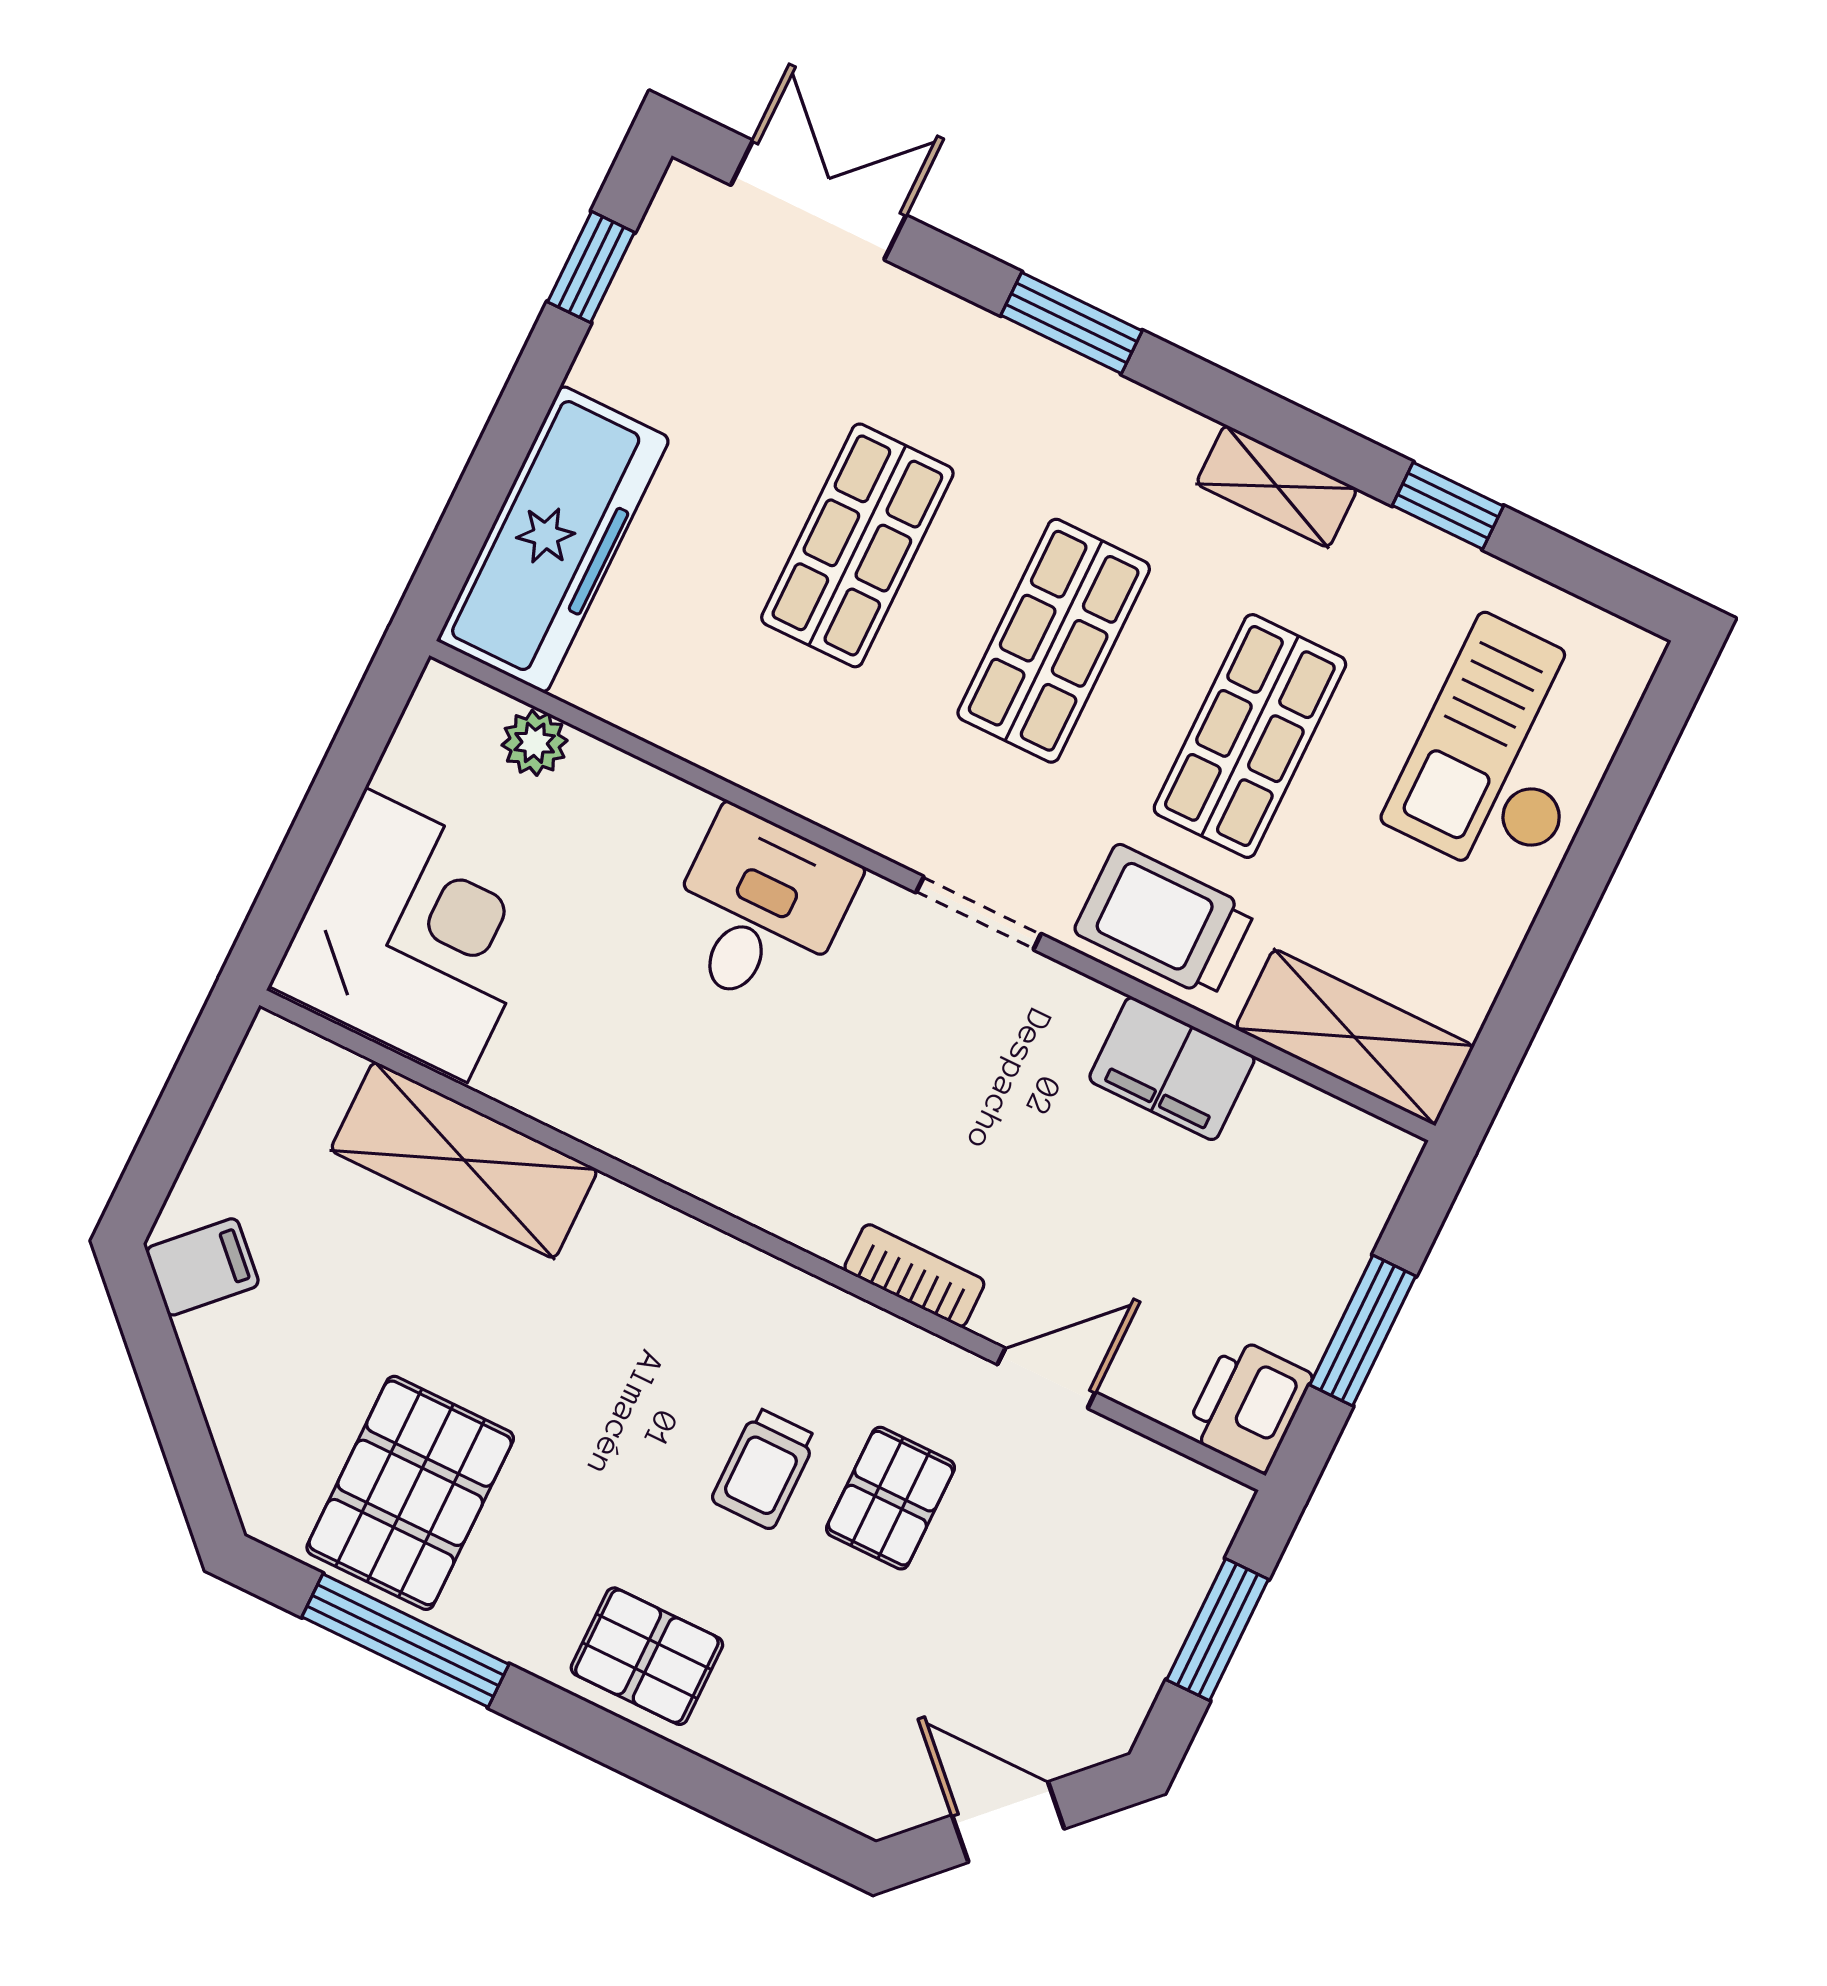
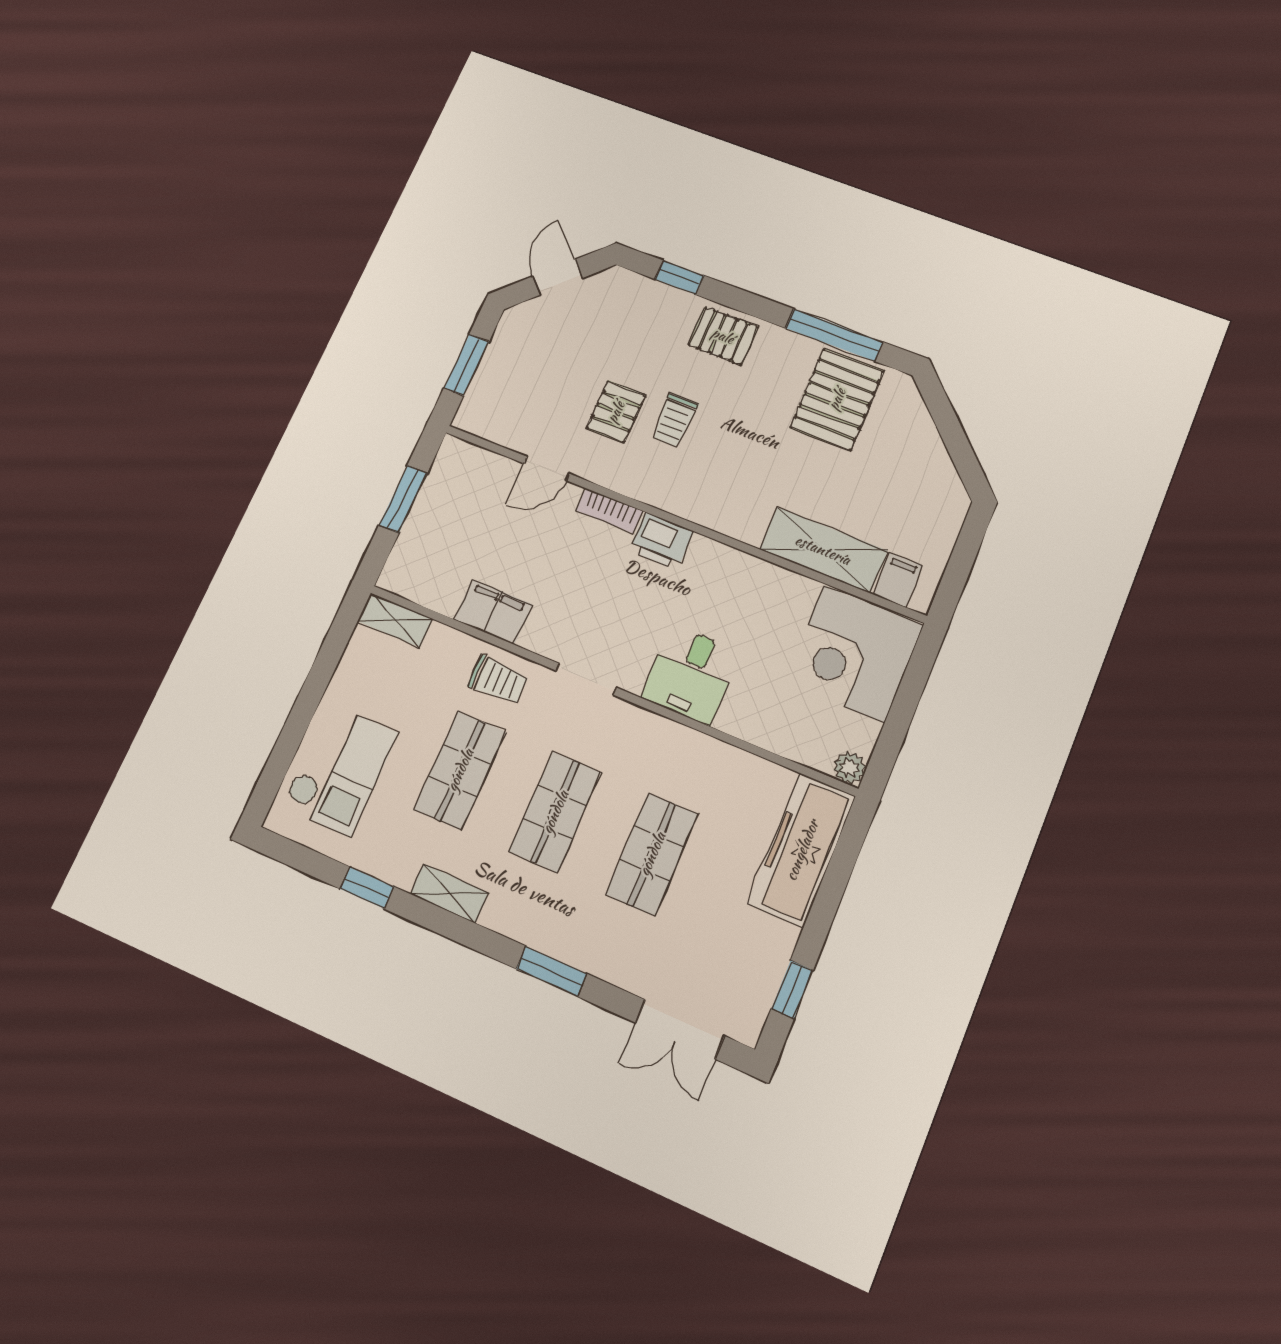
plant: (535, 743) -> (849, 768), moved
trolley: (1164, 921) -> (498, 680), width x0.73, depth x0.72
shelving: (1355, 1037) -> (395, 620), width x0.67, depth x0.75
filing cabinet: (202, 1267) -> (898, 580), moved, turned 135
printer: (1248, 1405) -> (661, 541), moved, turned 90
trolley: (764, 1469) -> (674, 421), turned 180
window: (736, 1801) -> (679, 277), added
door: (1008, 1822) -> (557, 277), swing flipped

